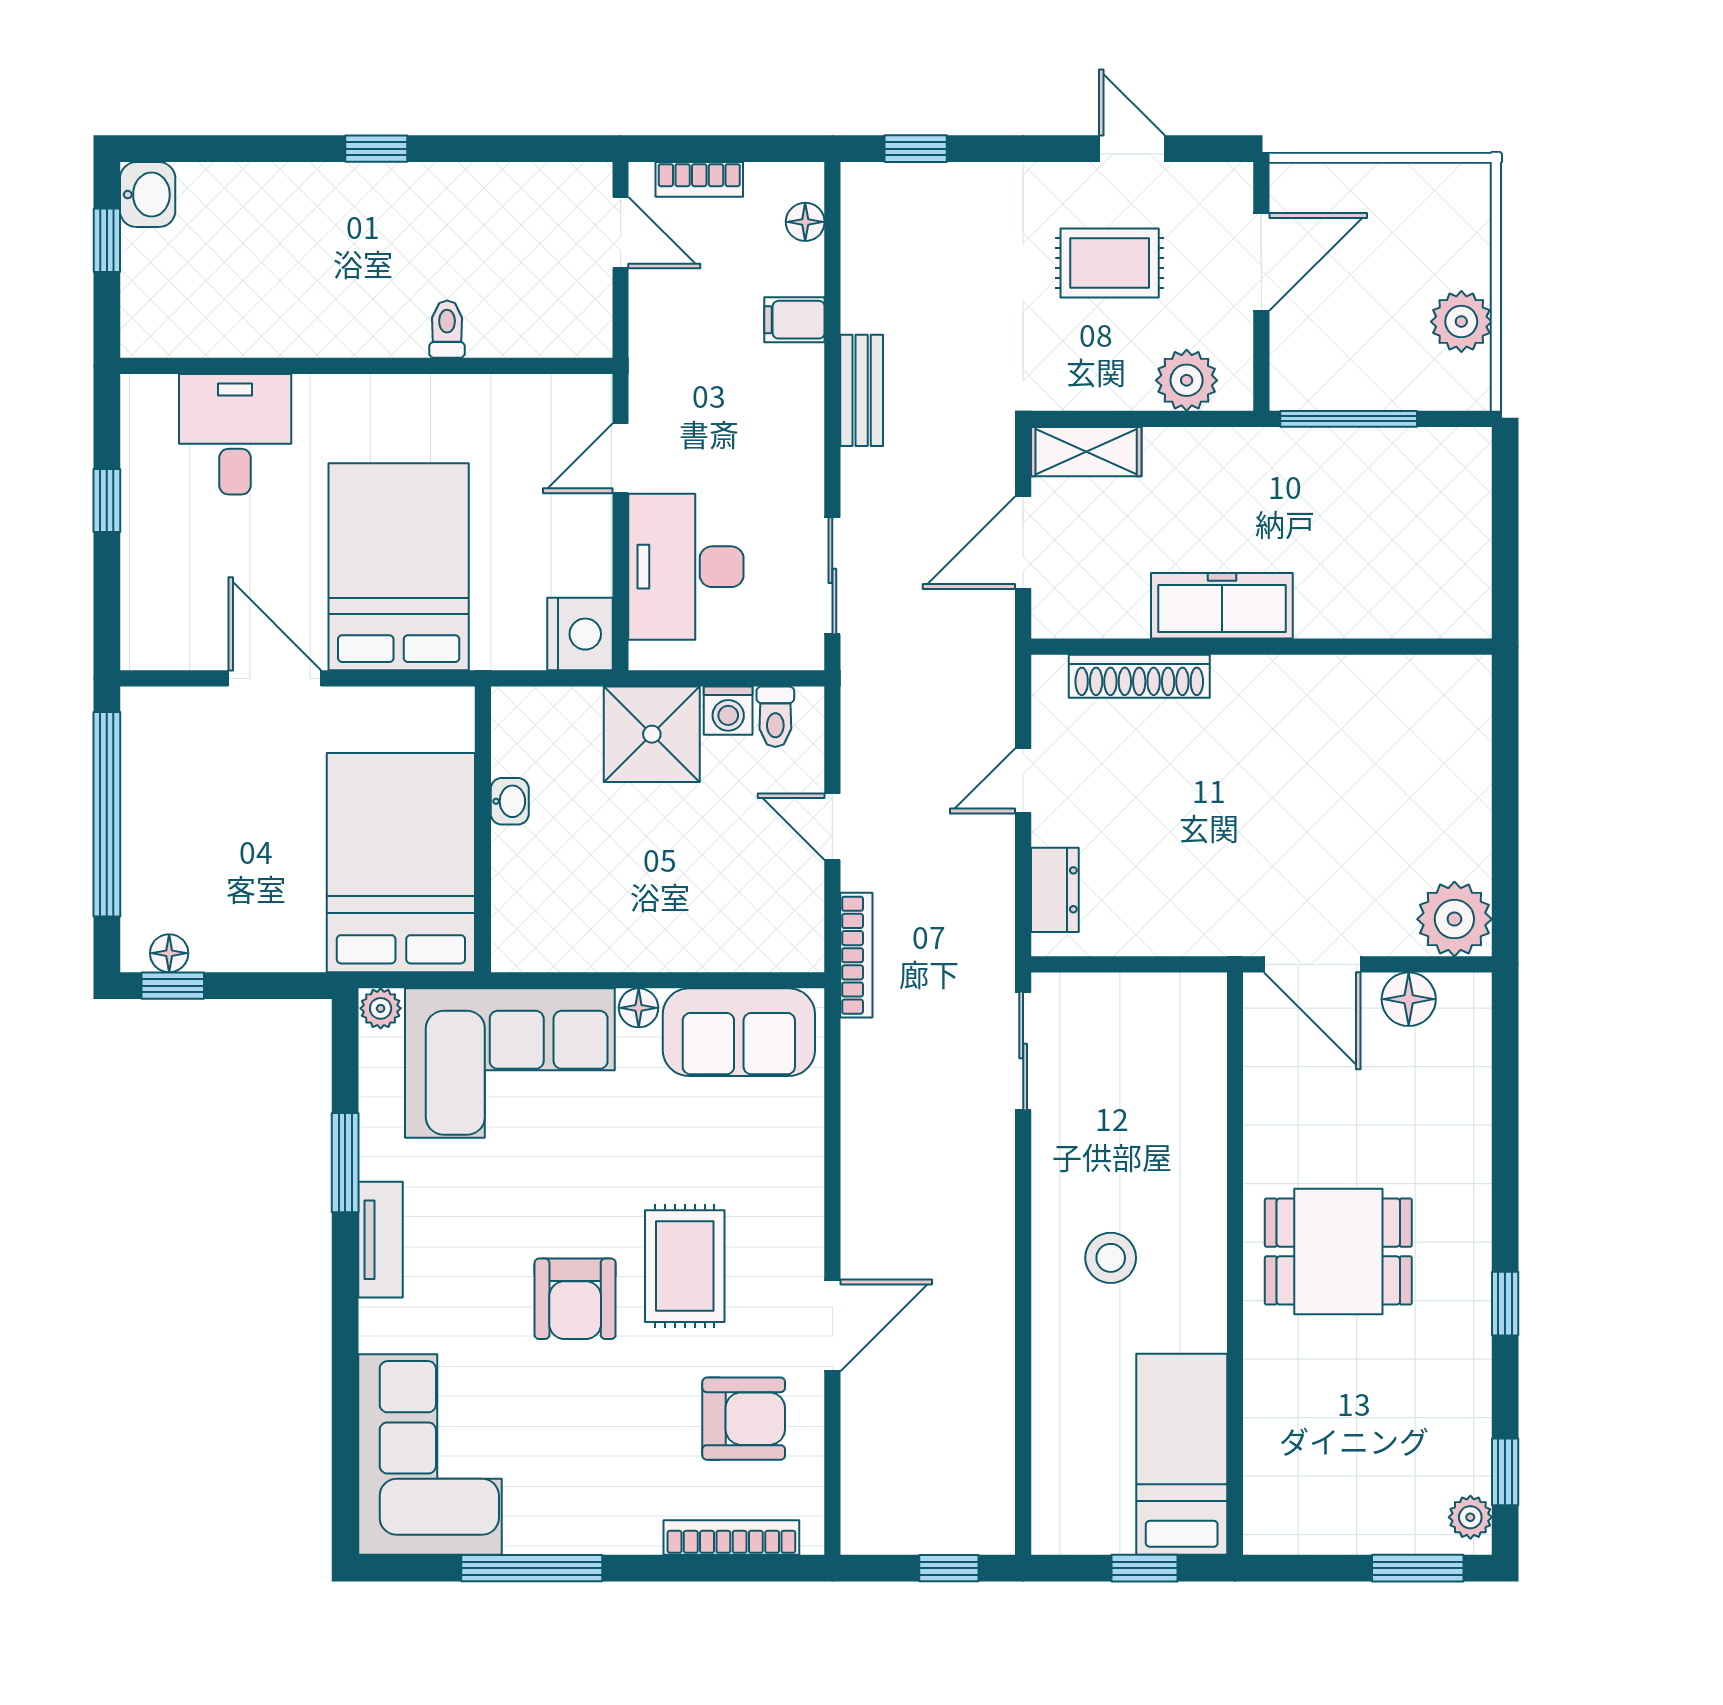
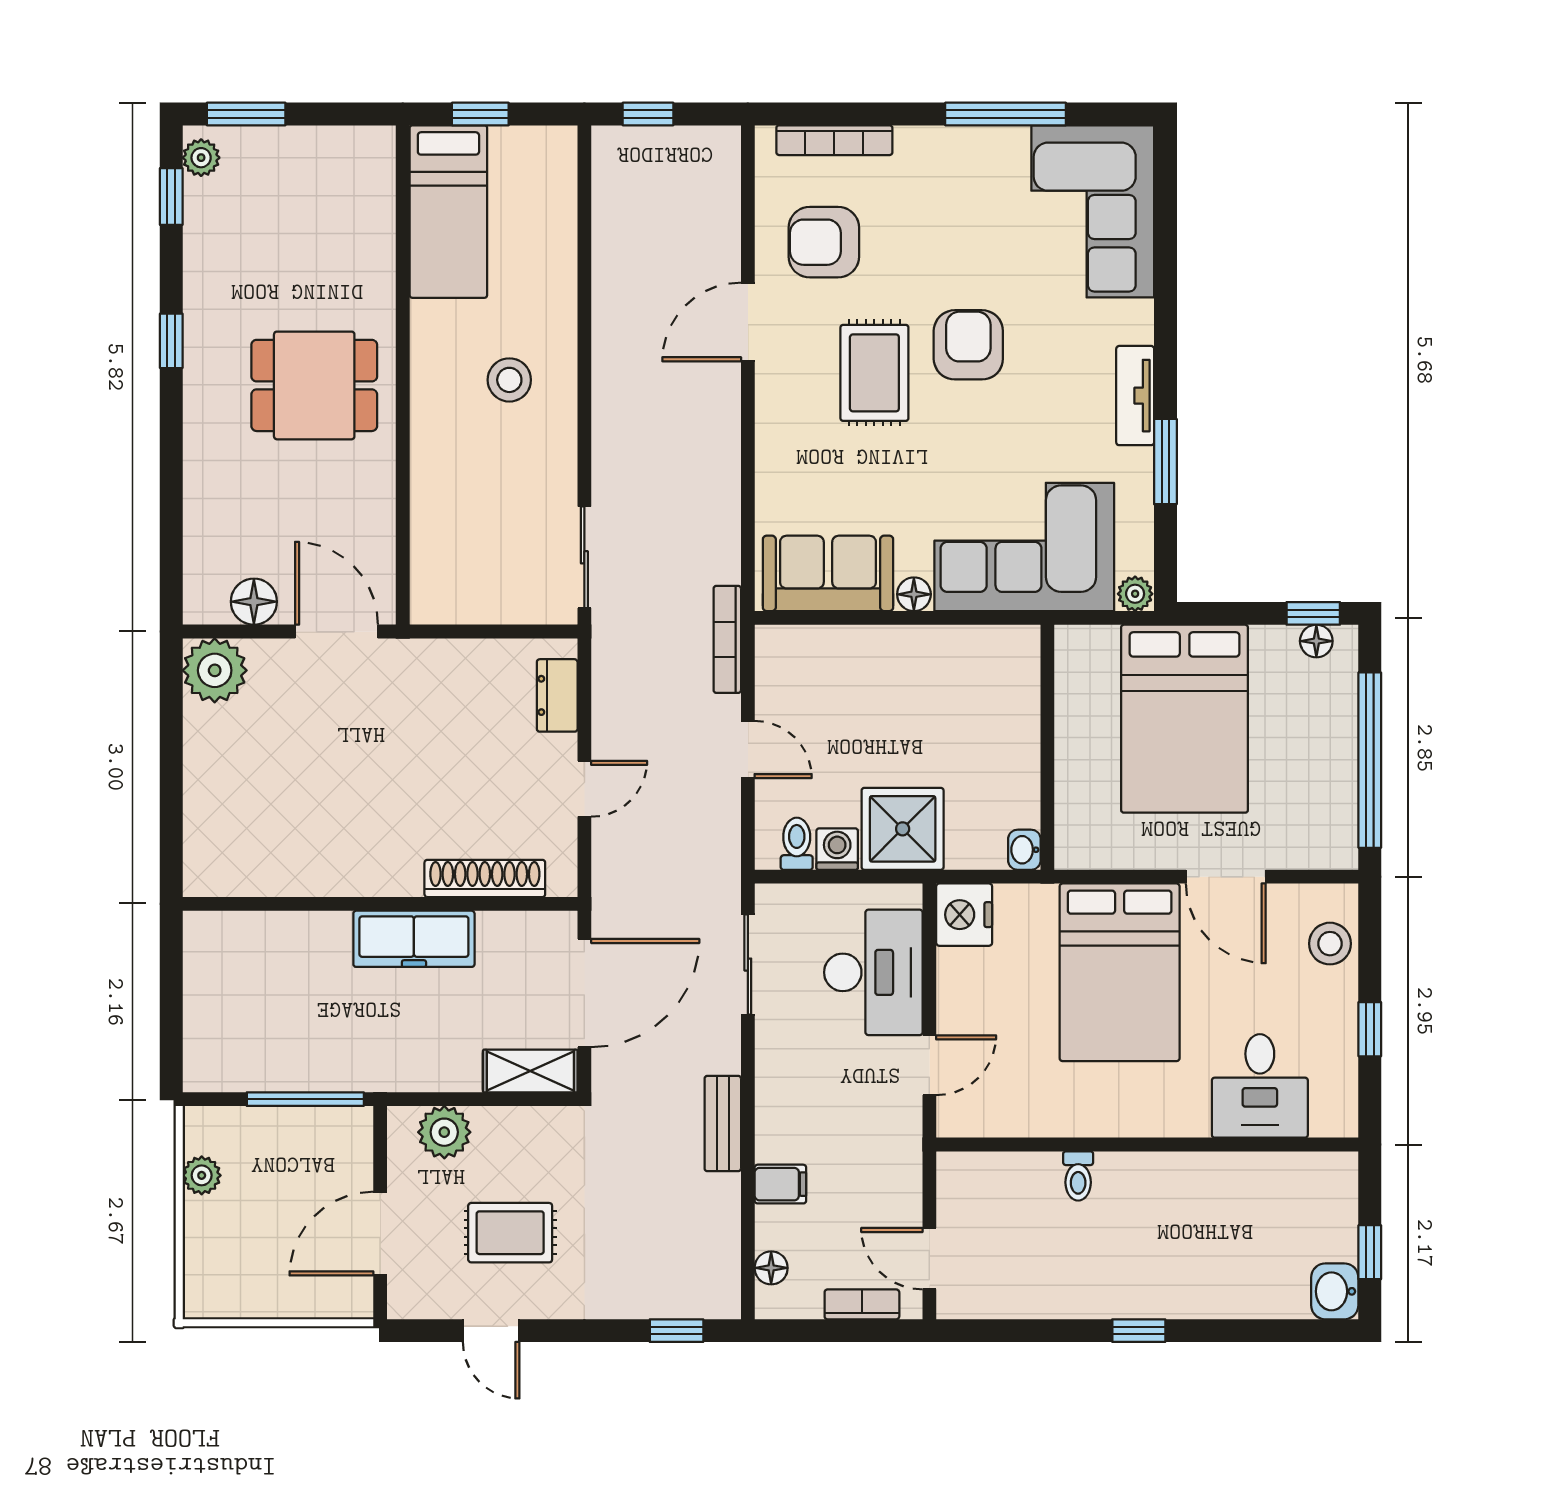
plant: (1461, 322) -> (202, 1175), width x0.73, depth x0.73
door: (1023, 543) -> (584, 993), width x1.36
stool: (153, 600) -> (1330, 944), added
washbasin: (510, 801) -> (1024, 850), moved
bed: (401, 863) -> (1185, 719), moved

